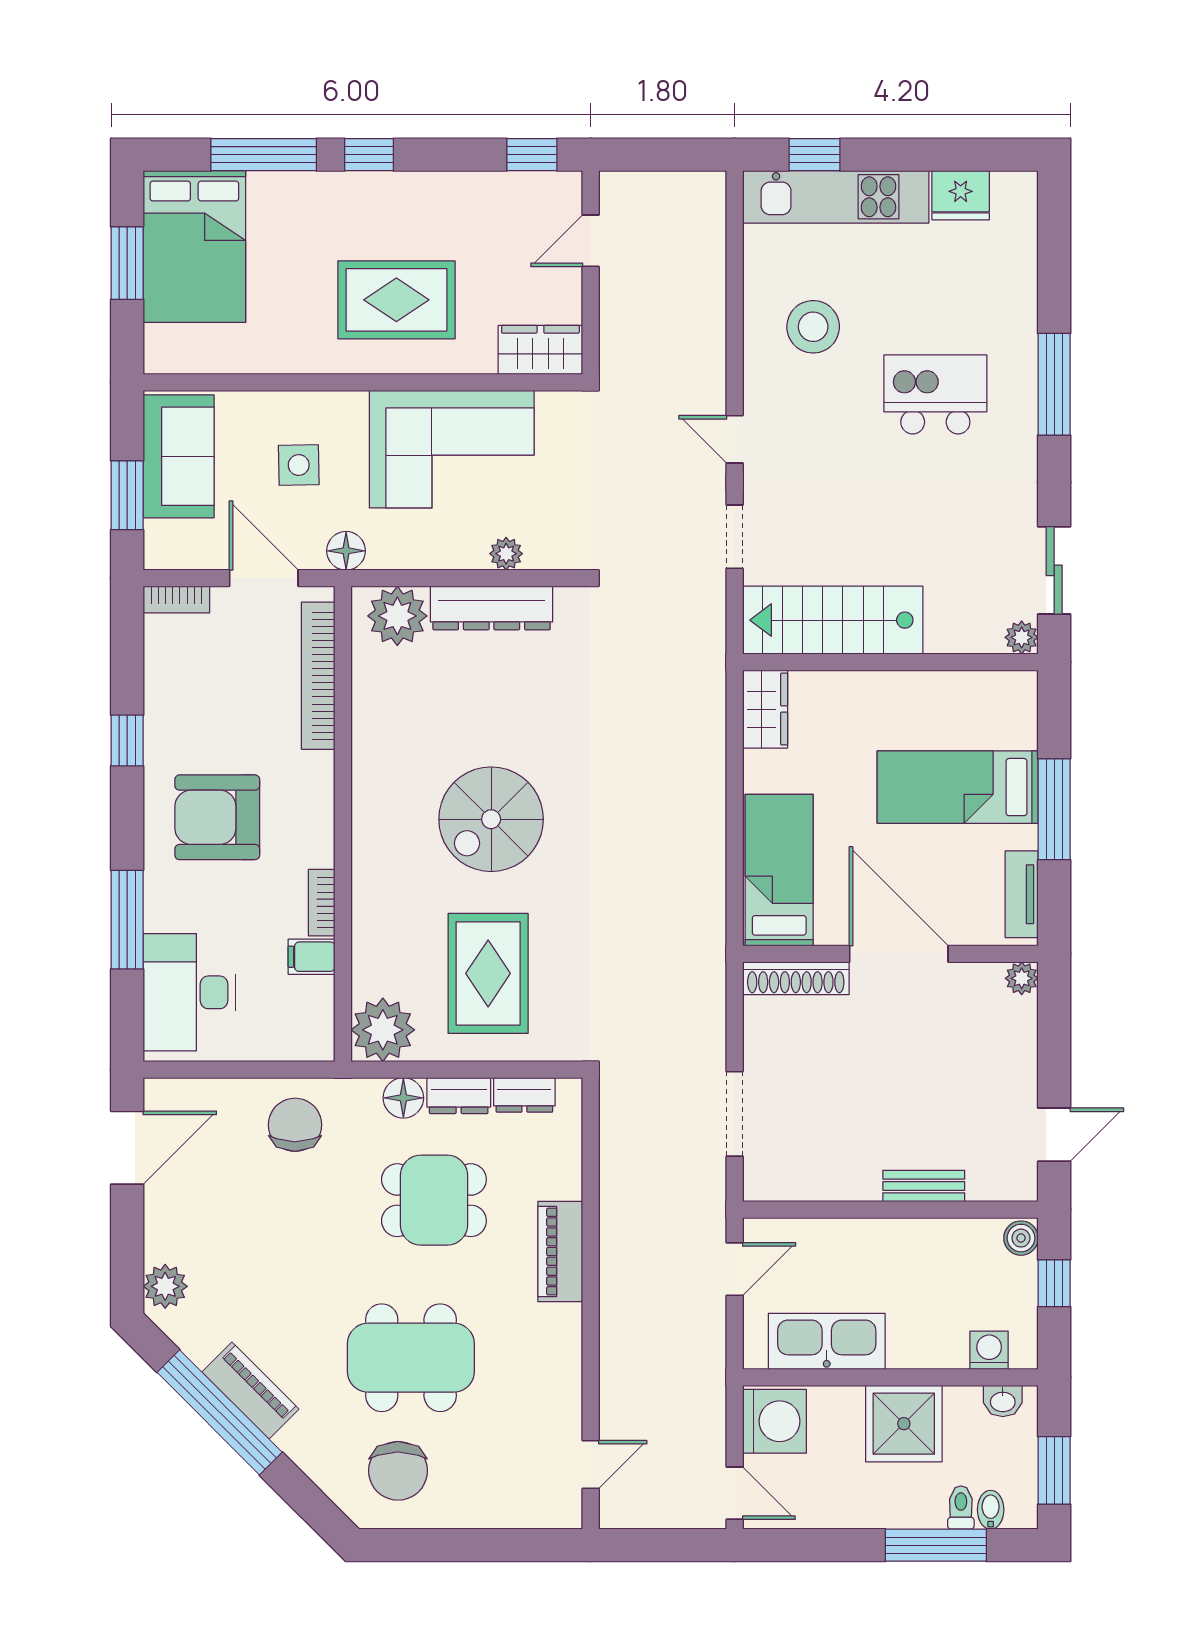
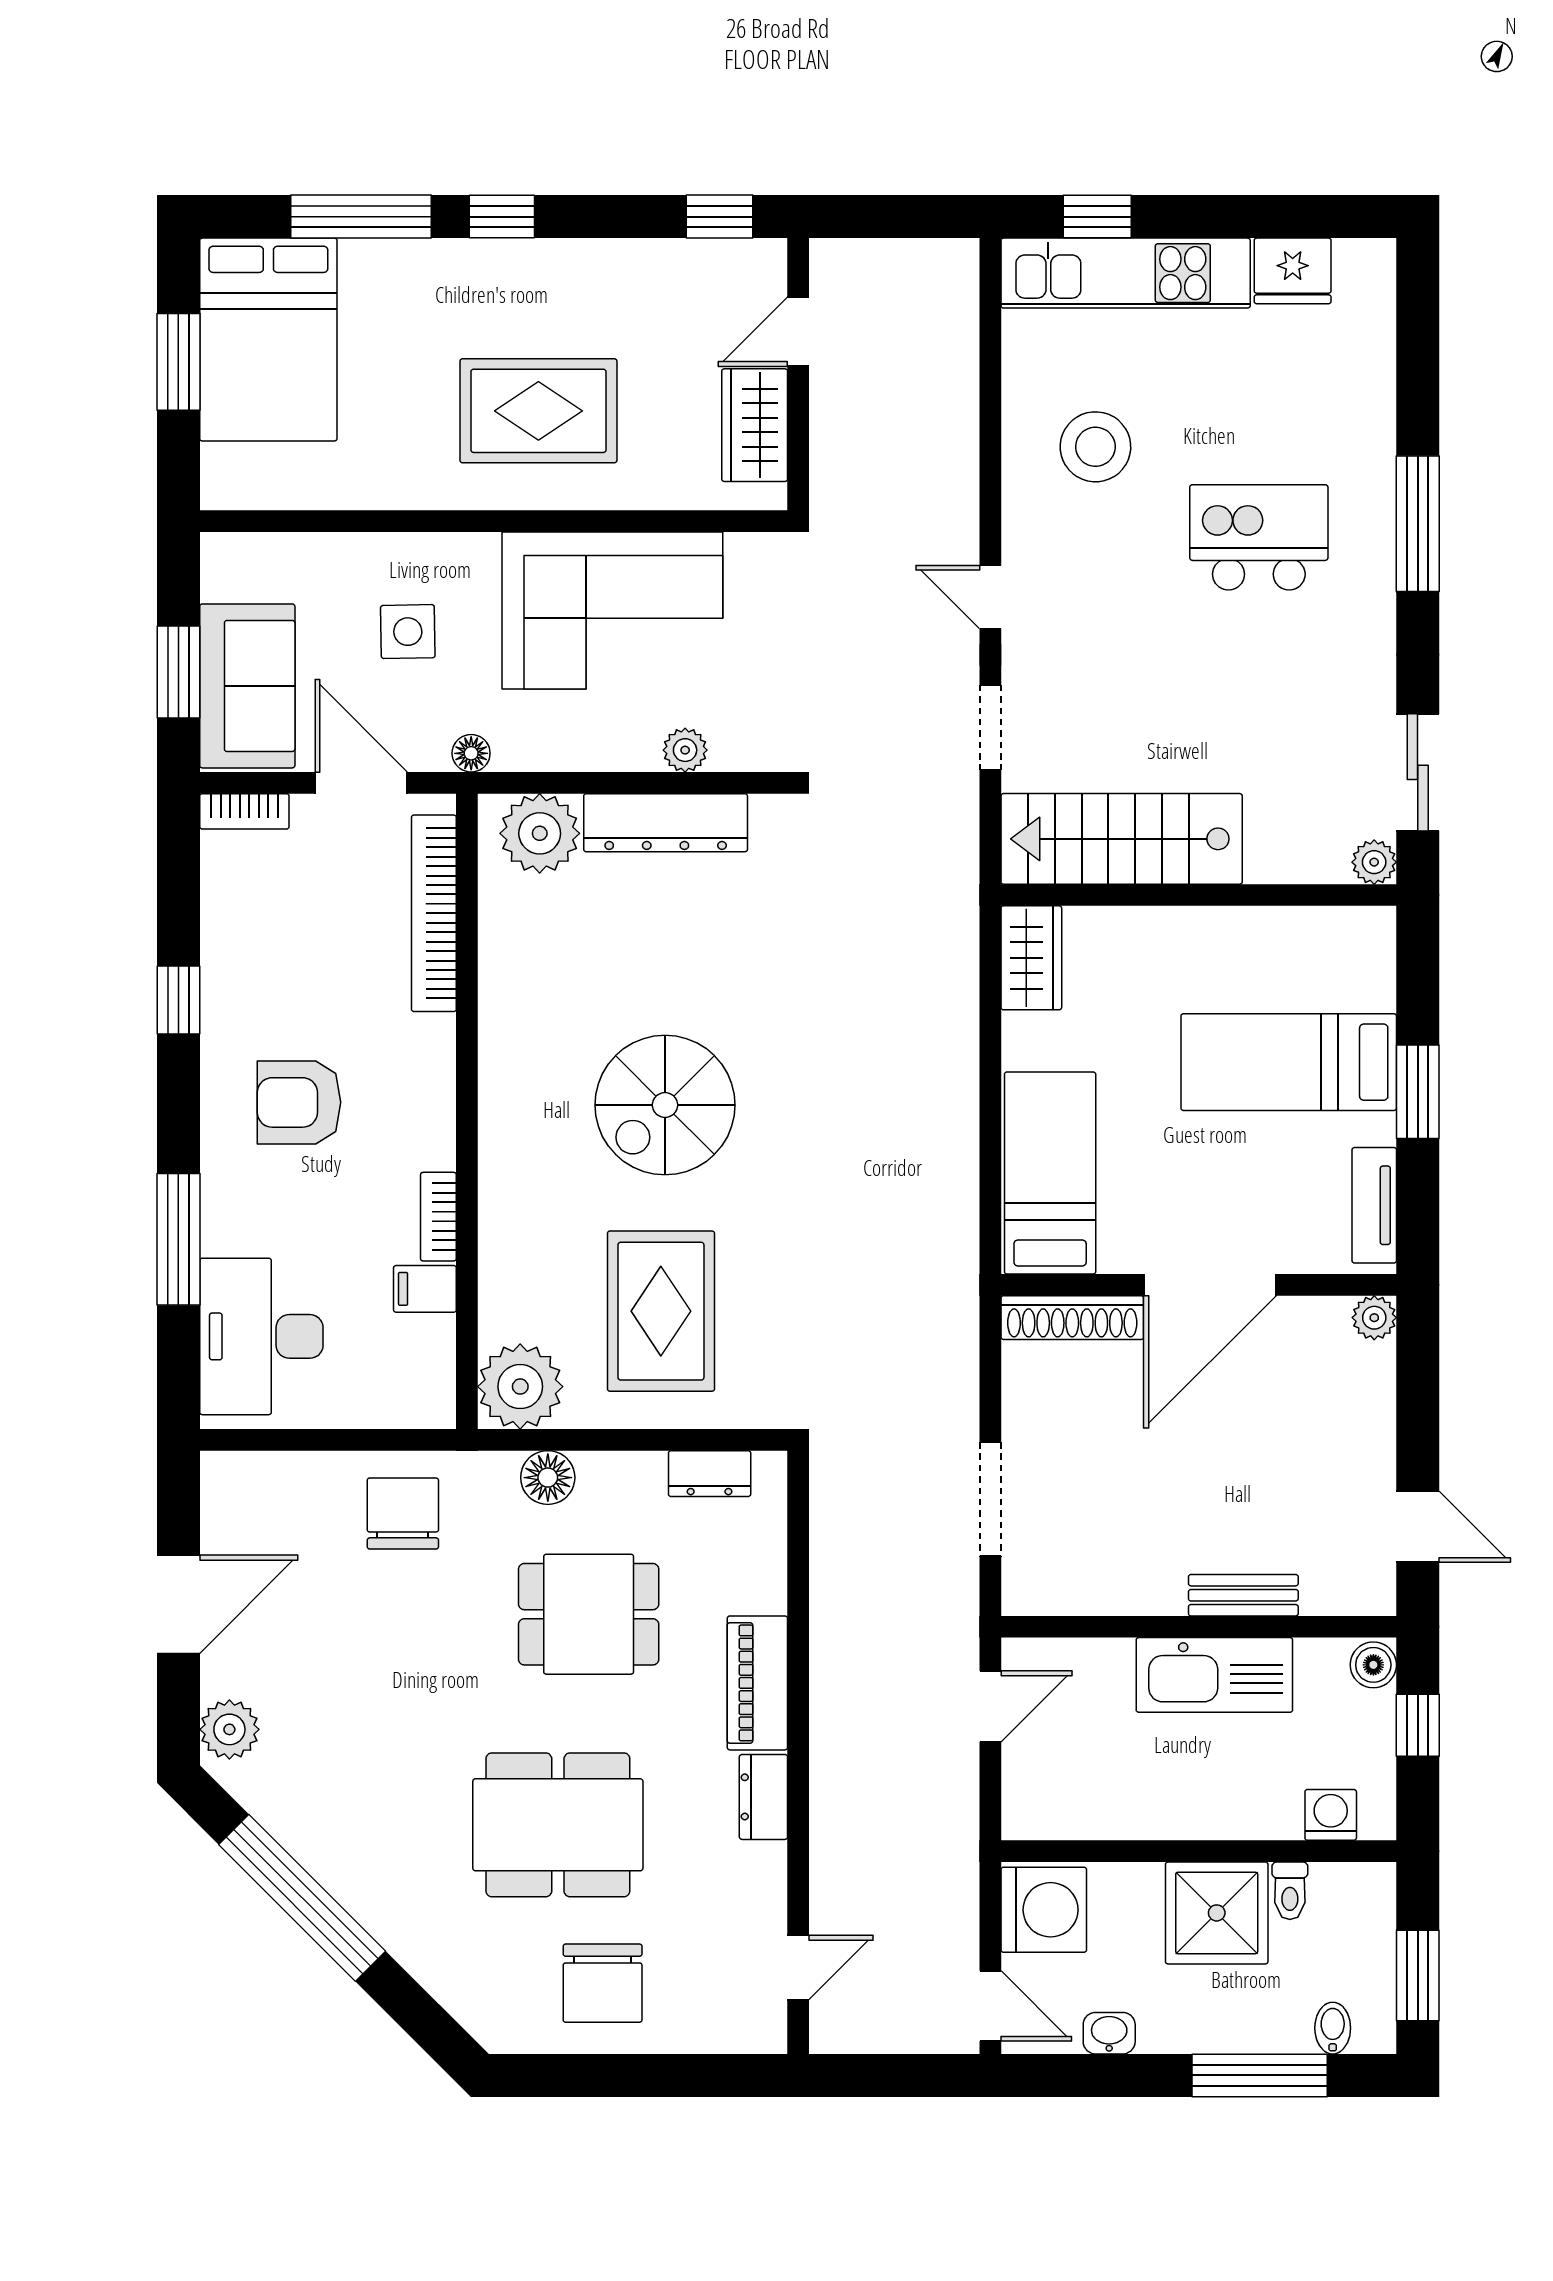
wardrobe: (540, 350) -> (755, 425), moved, turned -90
sofa: (179, 456) -> (247, 686), moved
floor lamp: (346, 551) -> (471, 753), width x0.73, depth x0.73
window: (1054, 809) -> (1418, 1092), width x0.69
armchair: (217, 817) -> (299, 1102), width x0.73, depth x0.73
door: (899, 954) -> (1210, 1285), swing flipped
dresser: (459, 1096) -> (763, 1797), moved, turned 90
door: (1054, 1135) -> (1418, 1527), hinge flipped
door: (127, 1148) -> (178, 1604), moved
kitchen sink: (827, 1341) -> (1214, 1675), moved, turned 180
piano: (251, 1391) -> (343, 1869), removed
washbasin: (1003, 1401) -> (1109, 2033), moved, turned 180
chair: (398, 1471) -> (603, 1983), moved
toilet: (961, 1508) -> (1290, 1891), moved, turned 180

